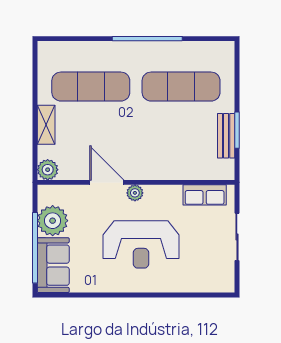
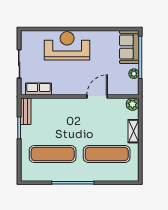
bench: (226, 136) -> (26, 111), moved
door: (107, 182) -> (97, 97), swing flipped
plant: (135, 193) -> (80, 90), removed
plant: (53, 221) -> (134, 74), width x0.53, depth x0.53
reception desk: (141, 244) -> (67, 46), moved

